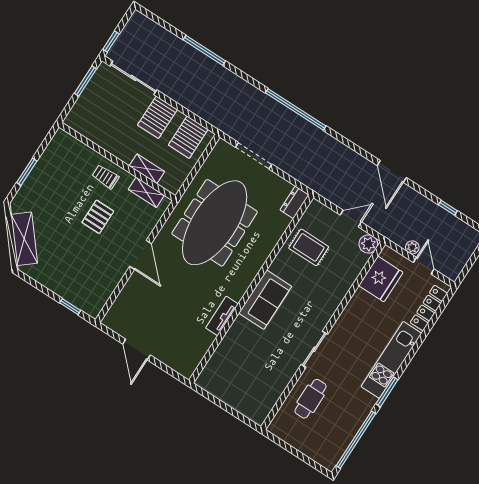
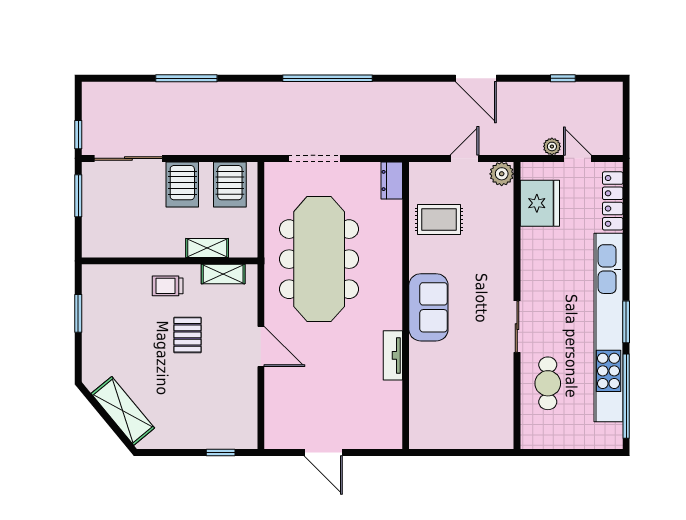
window: (27, 172) -> (78, 313), moved
kitchen unit: (391, 360) -> (609, 328), width x1.86

